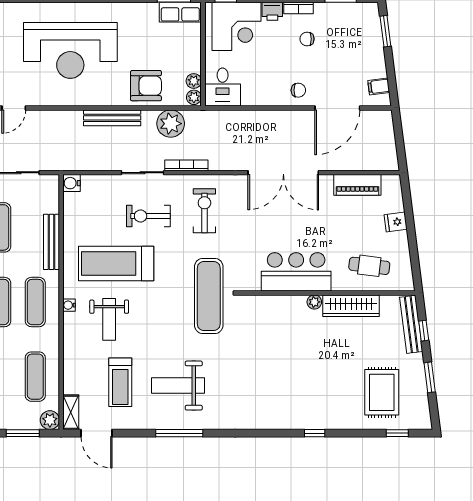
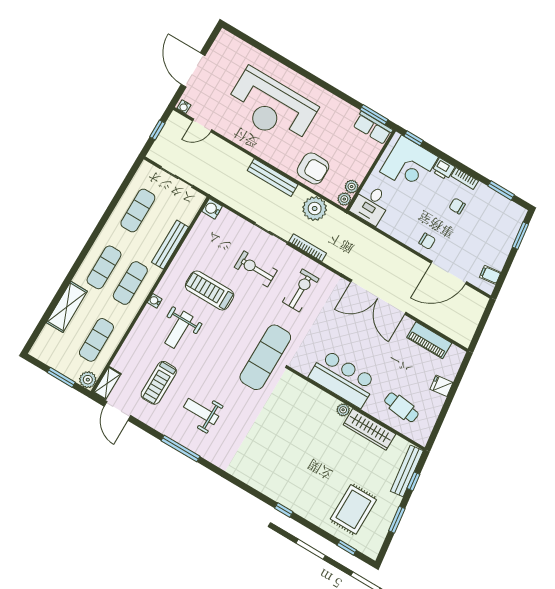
treadmill: (116, 264) -> (210, 290), width x0.73, depth x0.73
weight bench: (178, 386) -> (201, 412), width x0.73, depth x0.75

